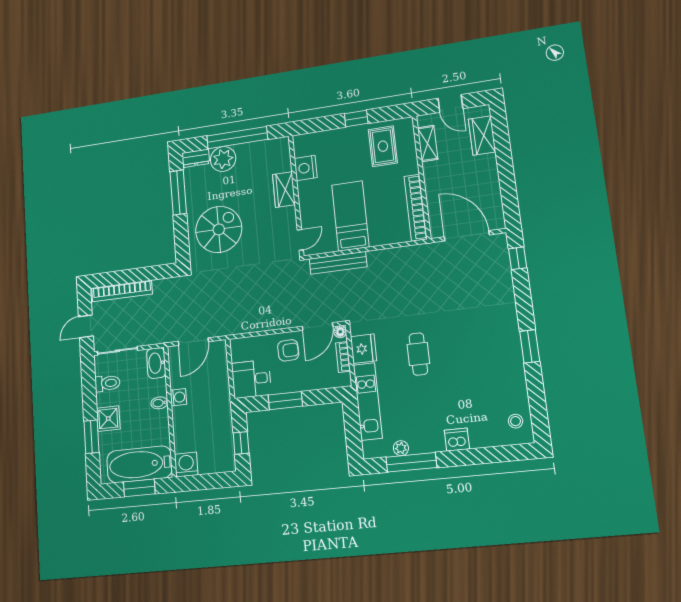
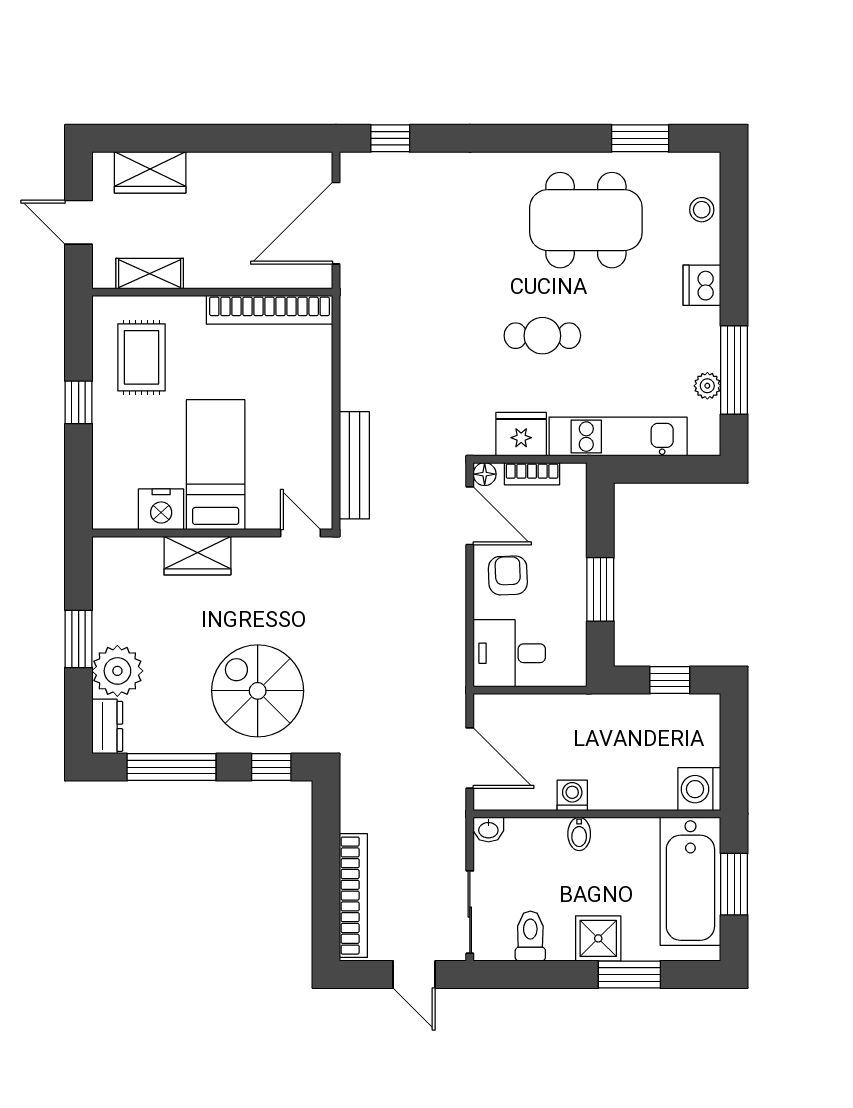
door: (450, 103) -> (79, 222), swing flipped
window: (237, 138) -> (79, 639), width x0.47
rug: (383, 146) -> (141, 357), turned 90
bed: (350, 216) -> (216, 465), moved, turned 90
window: (182, 242) -> (271, 767), added
window: (530, 346) -> (640, 138), moved
washbasin: (156, 363) -> (488, 830), width x0.52, depth x0.69
dining table: (486, 371) -> (586, 220), added
desk: (251, 379) -> (509, 653), moved, turned 90
stool: (516, 421) -> (702, 210), moved

